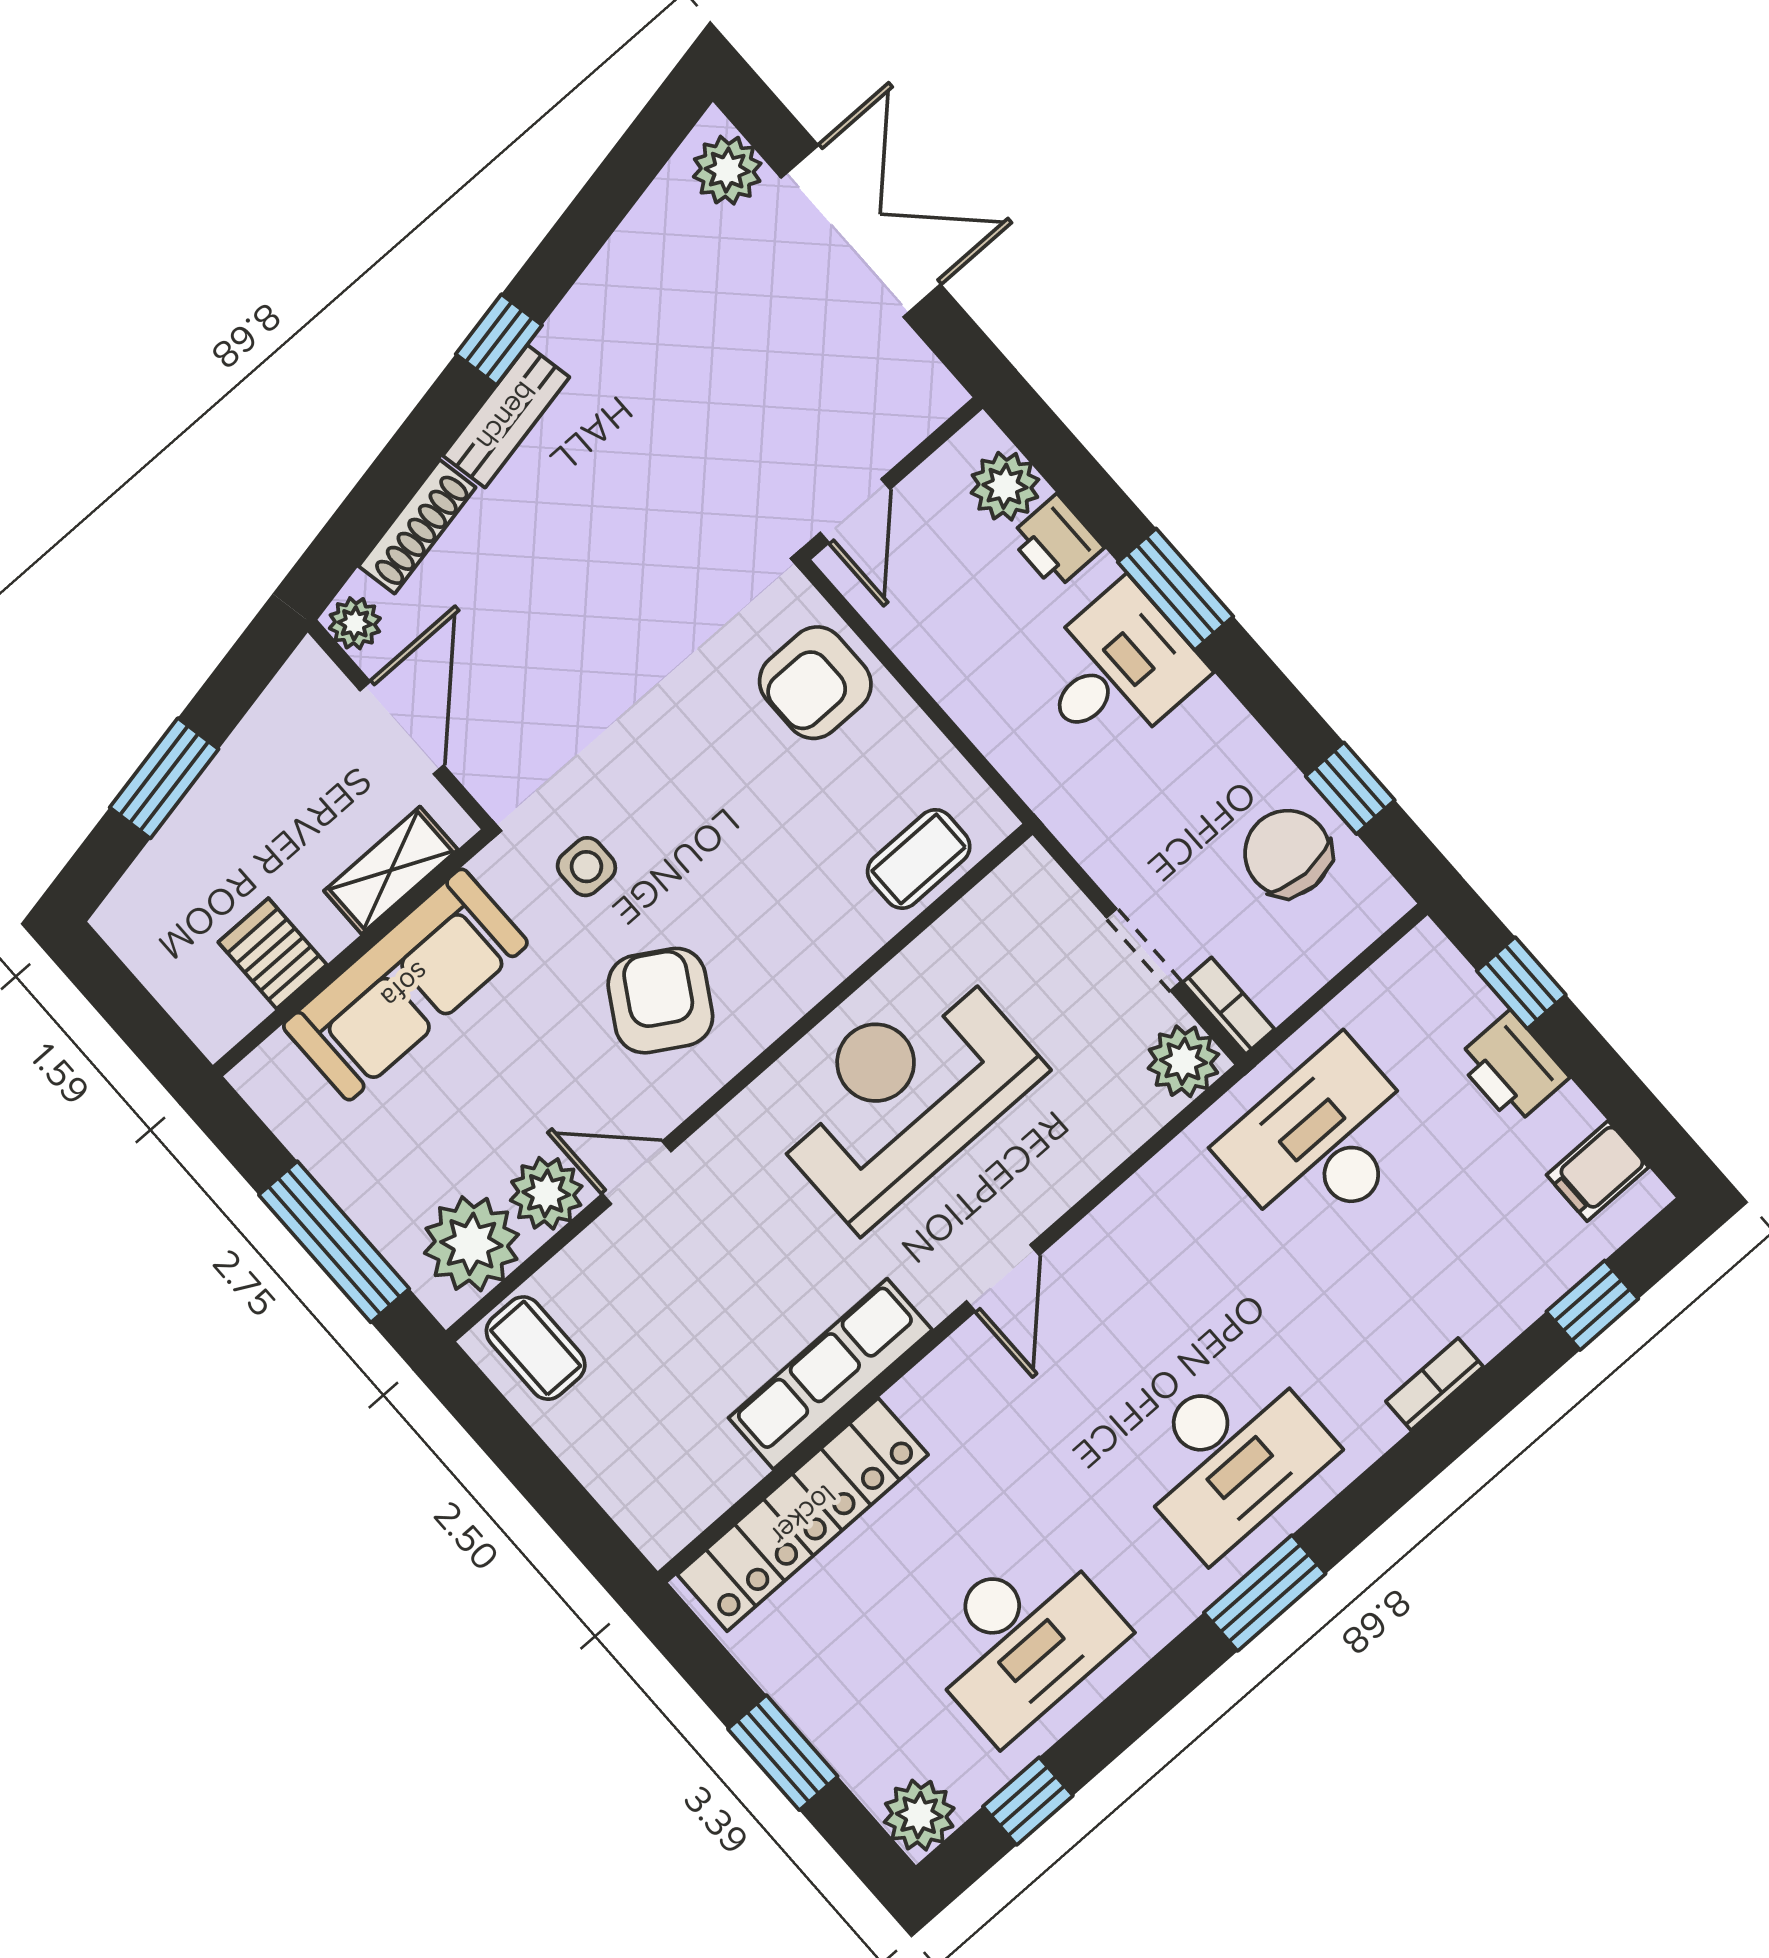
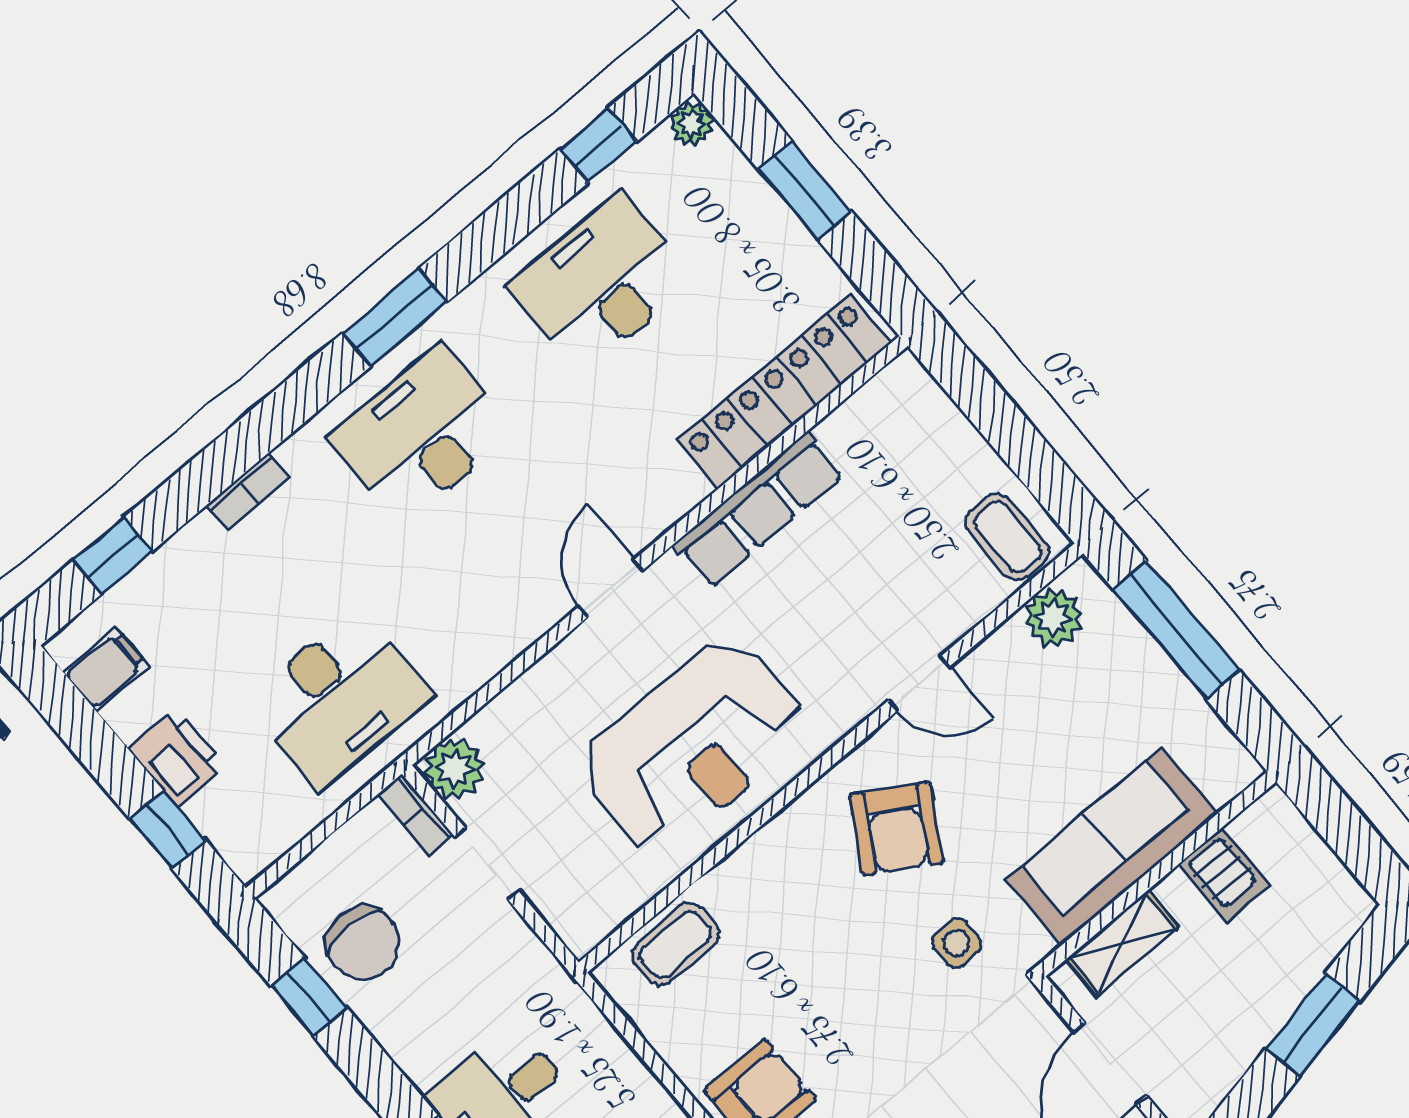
plant: (546, 1193) -> (996, 667), removed
plant: (471, 1244) -> (1053, 618), width x0.73, depth x0.73
plant: (919, 1815) -> (691, 124), width x0.73, depth x0.73

